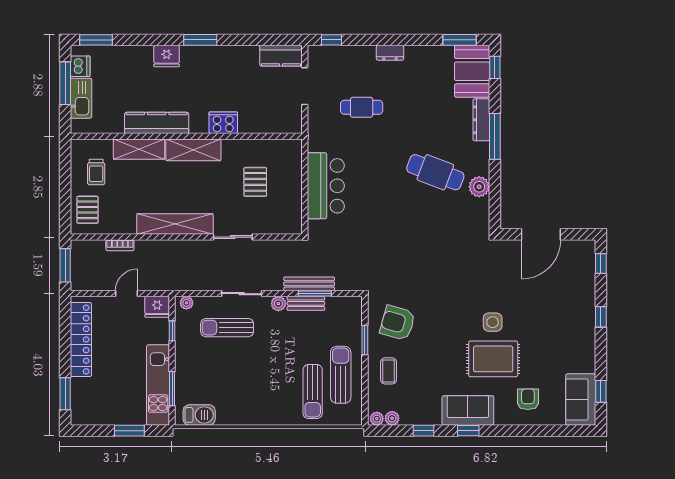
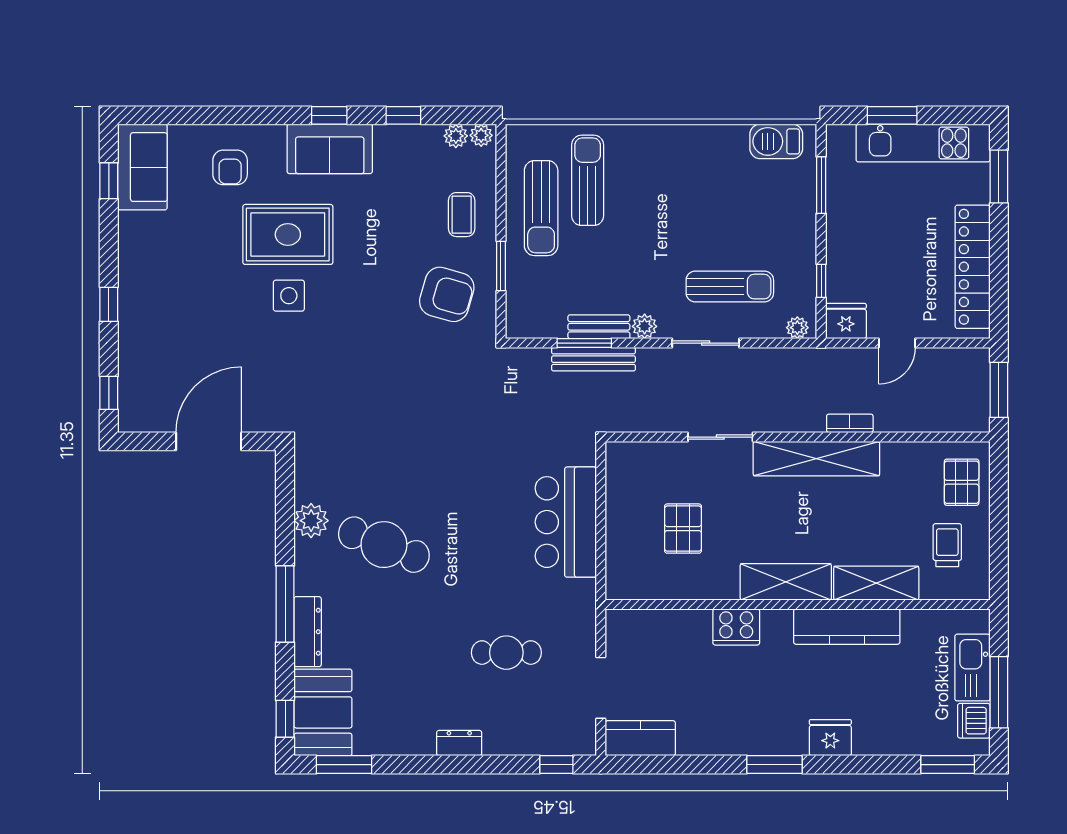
bookcase: (120, 245) -> (850, 423), moved
kitchen unit: (158, 385) -> (923, 143), moved, turned 90

